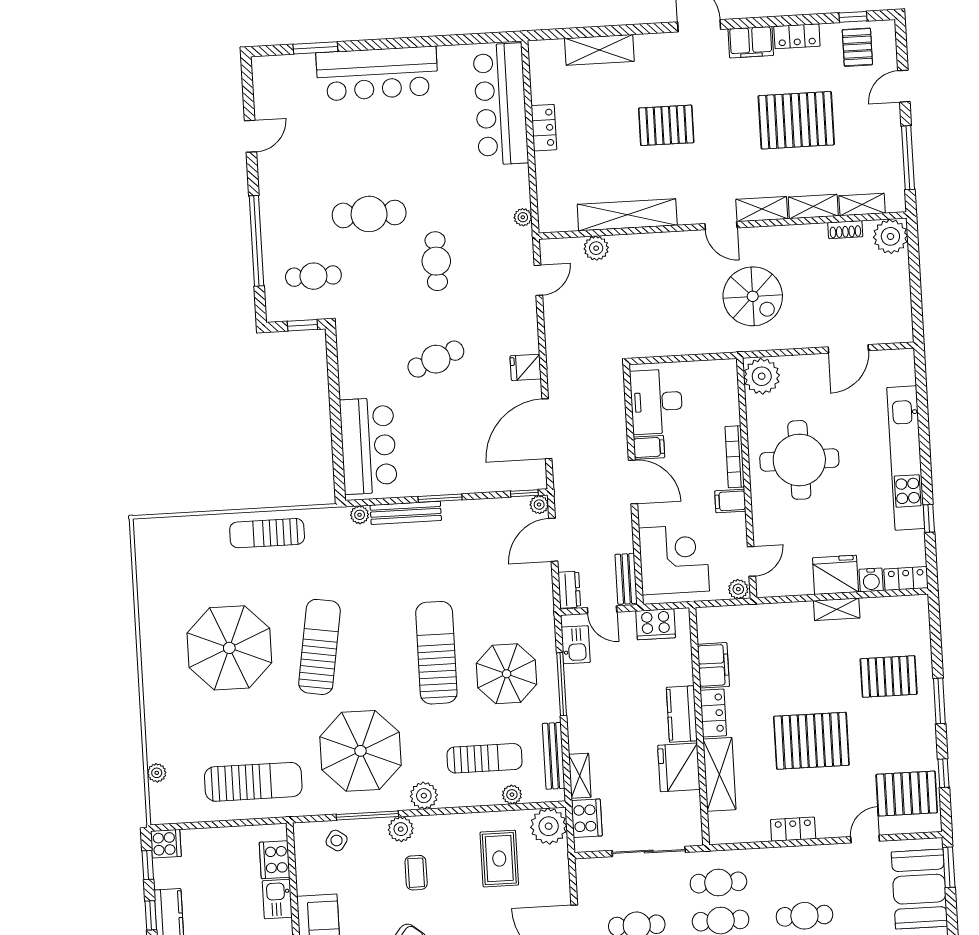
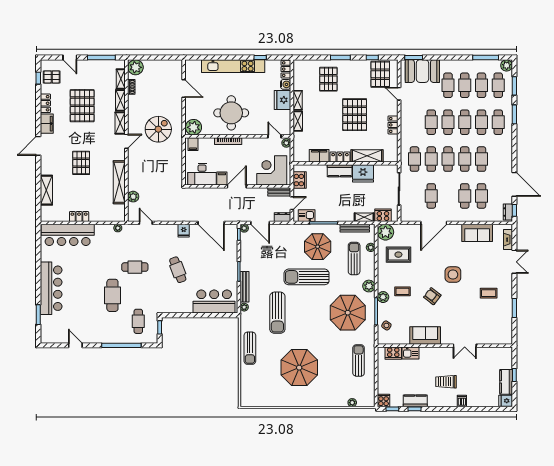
filing cabinet: (730, 501) -> (193, 144), moved
shelving: (789, 612) -> (298, 121), added
sun lounger: (319, 647) -> (277, 313), moved, turned -99
sun lounger: (253, 782) -> (359, 360), width x0.73, depth x0.75

